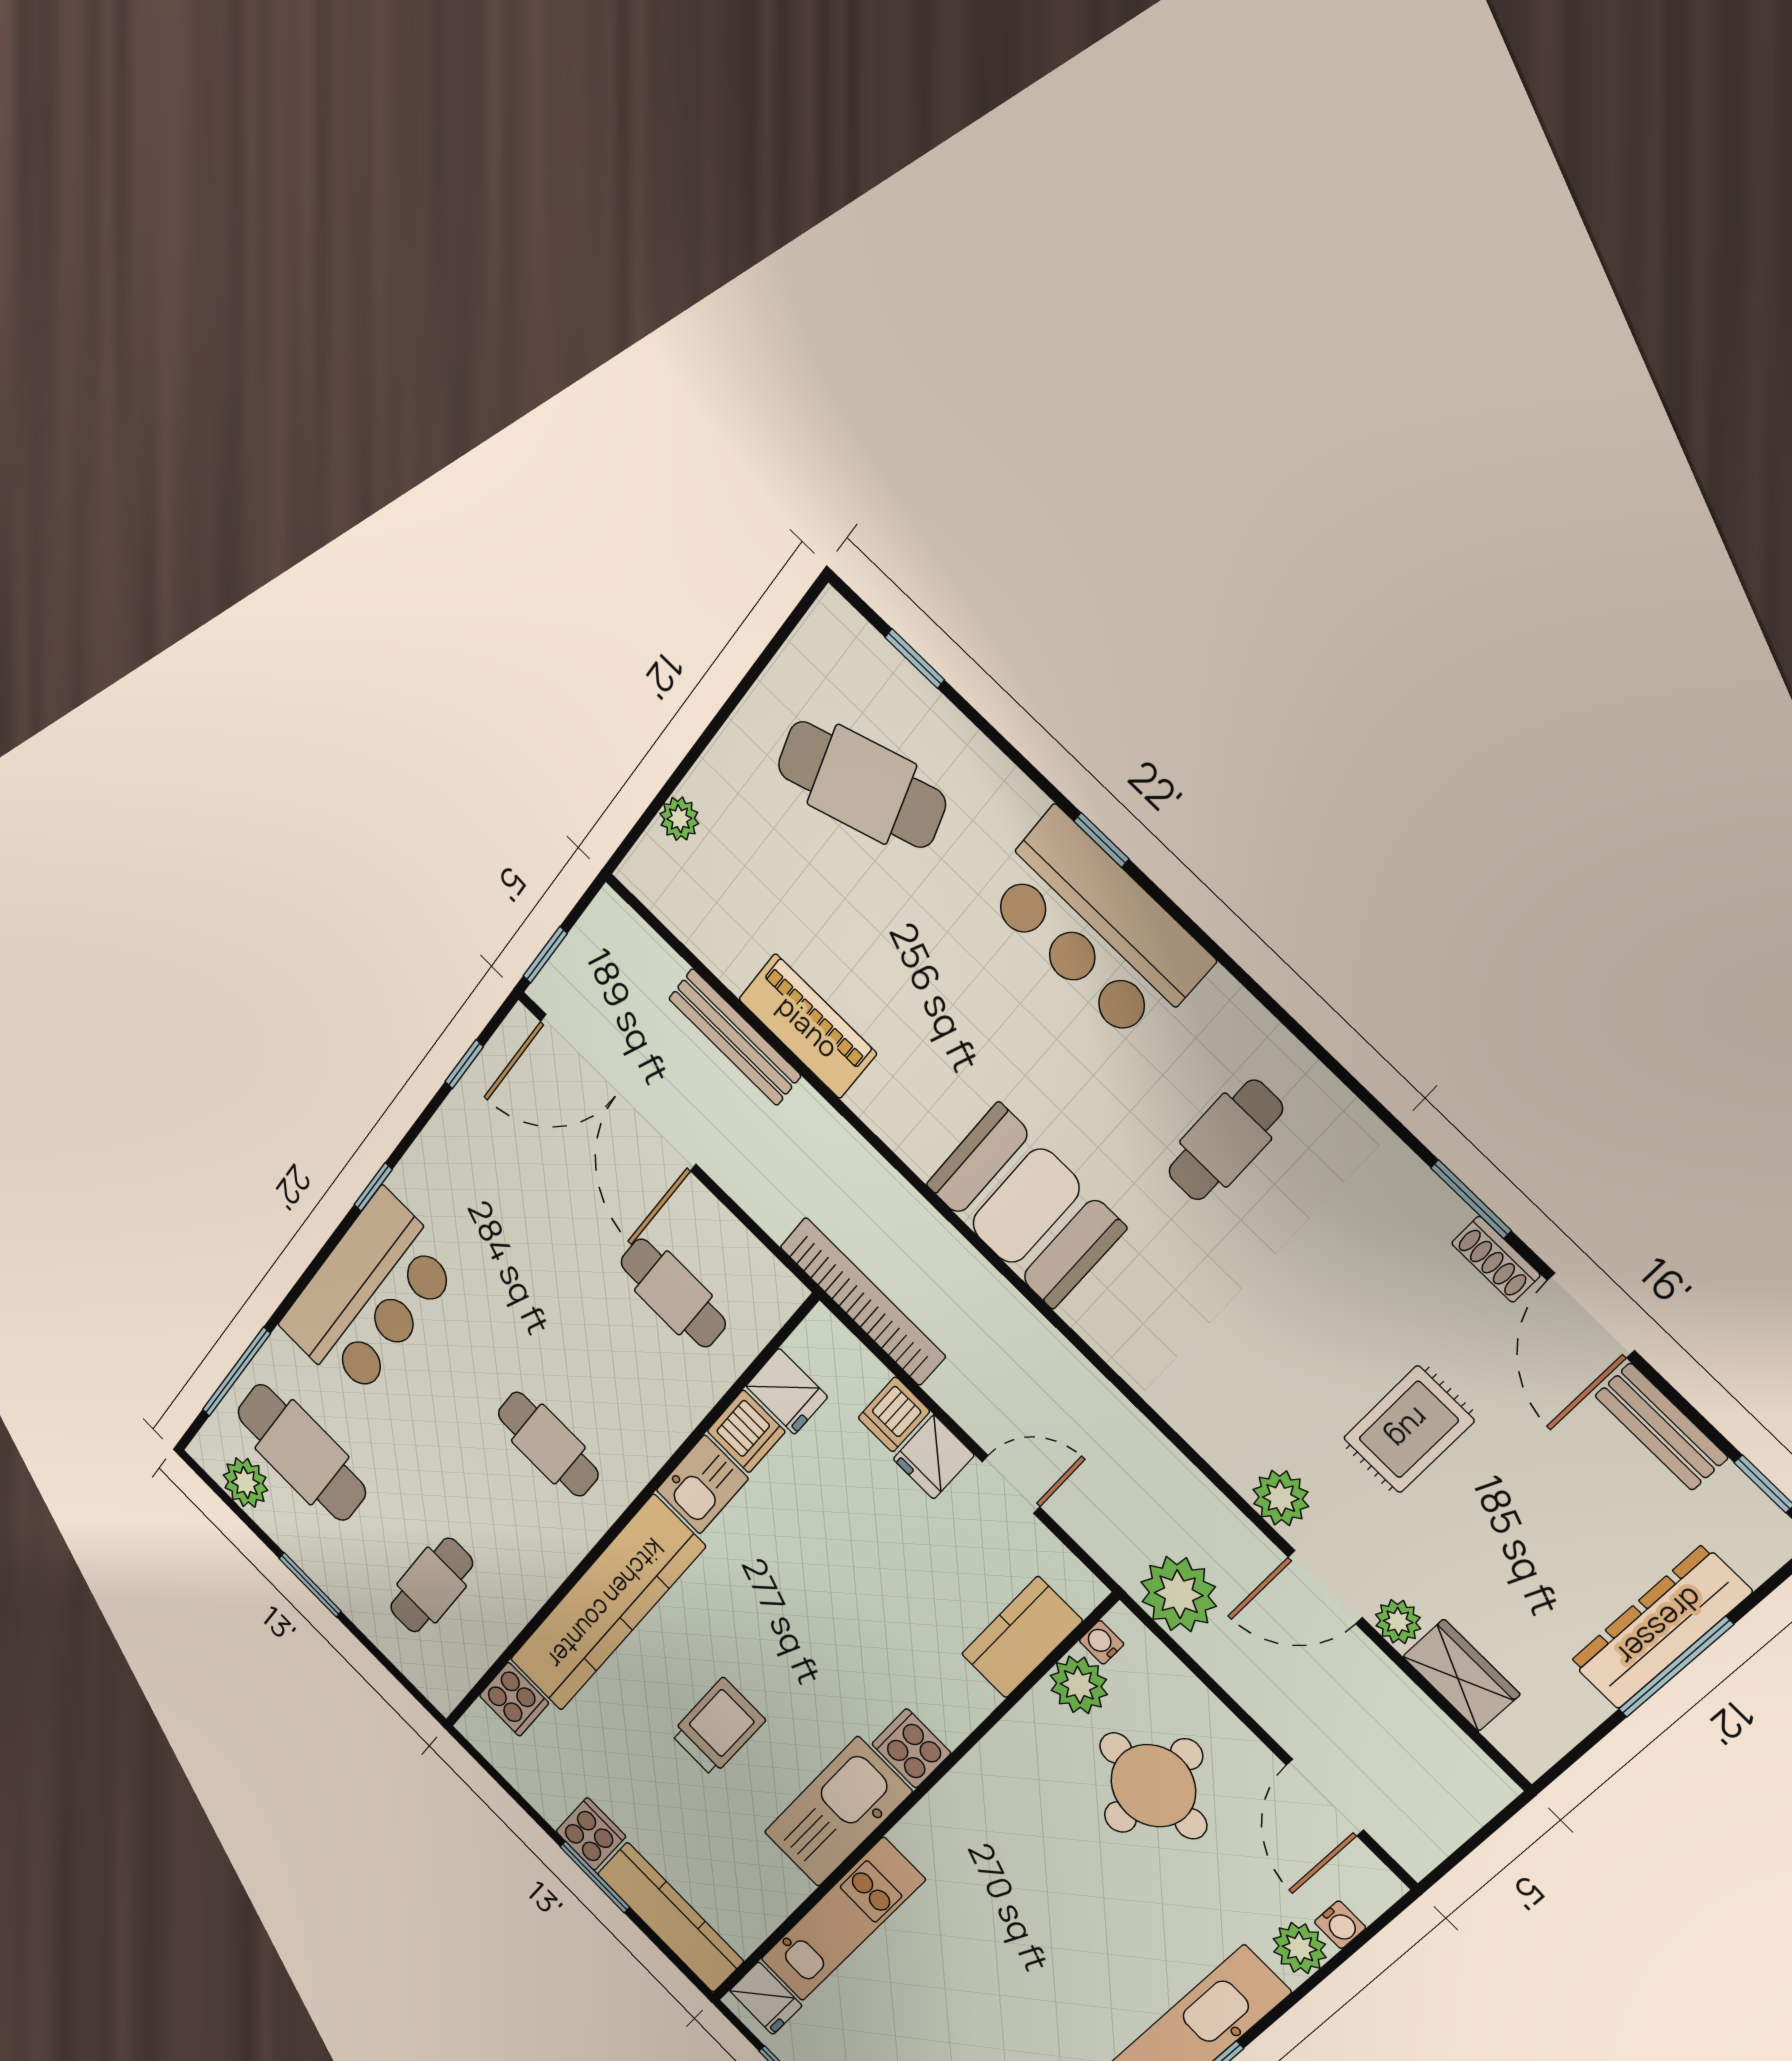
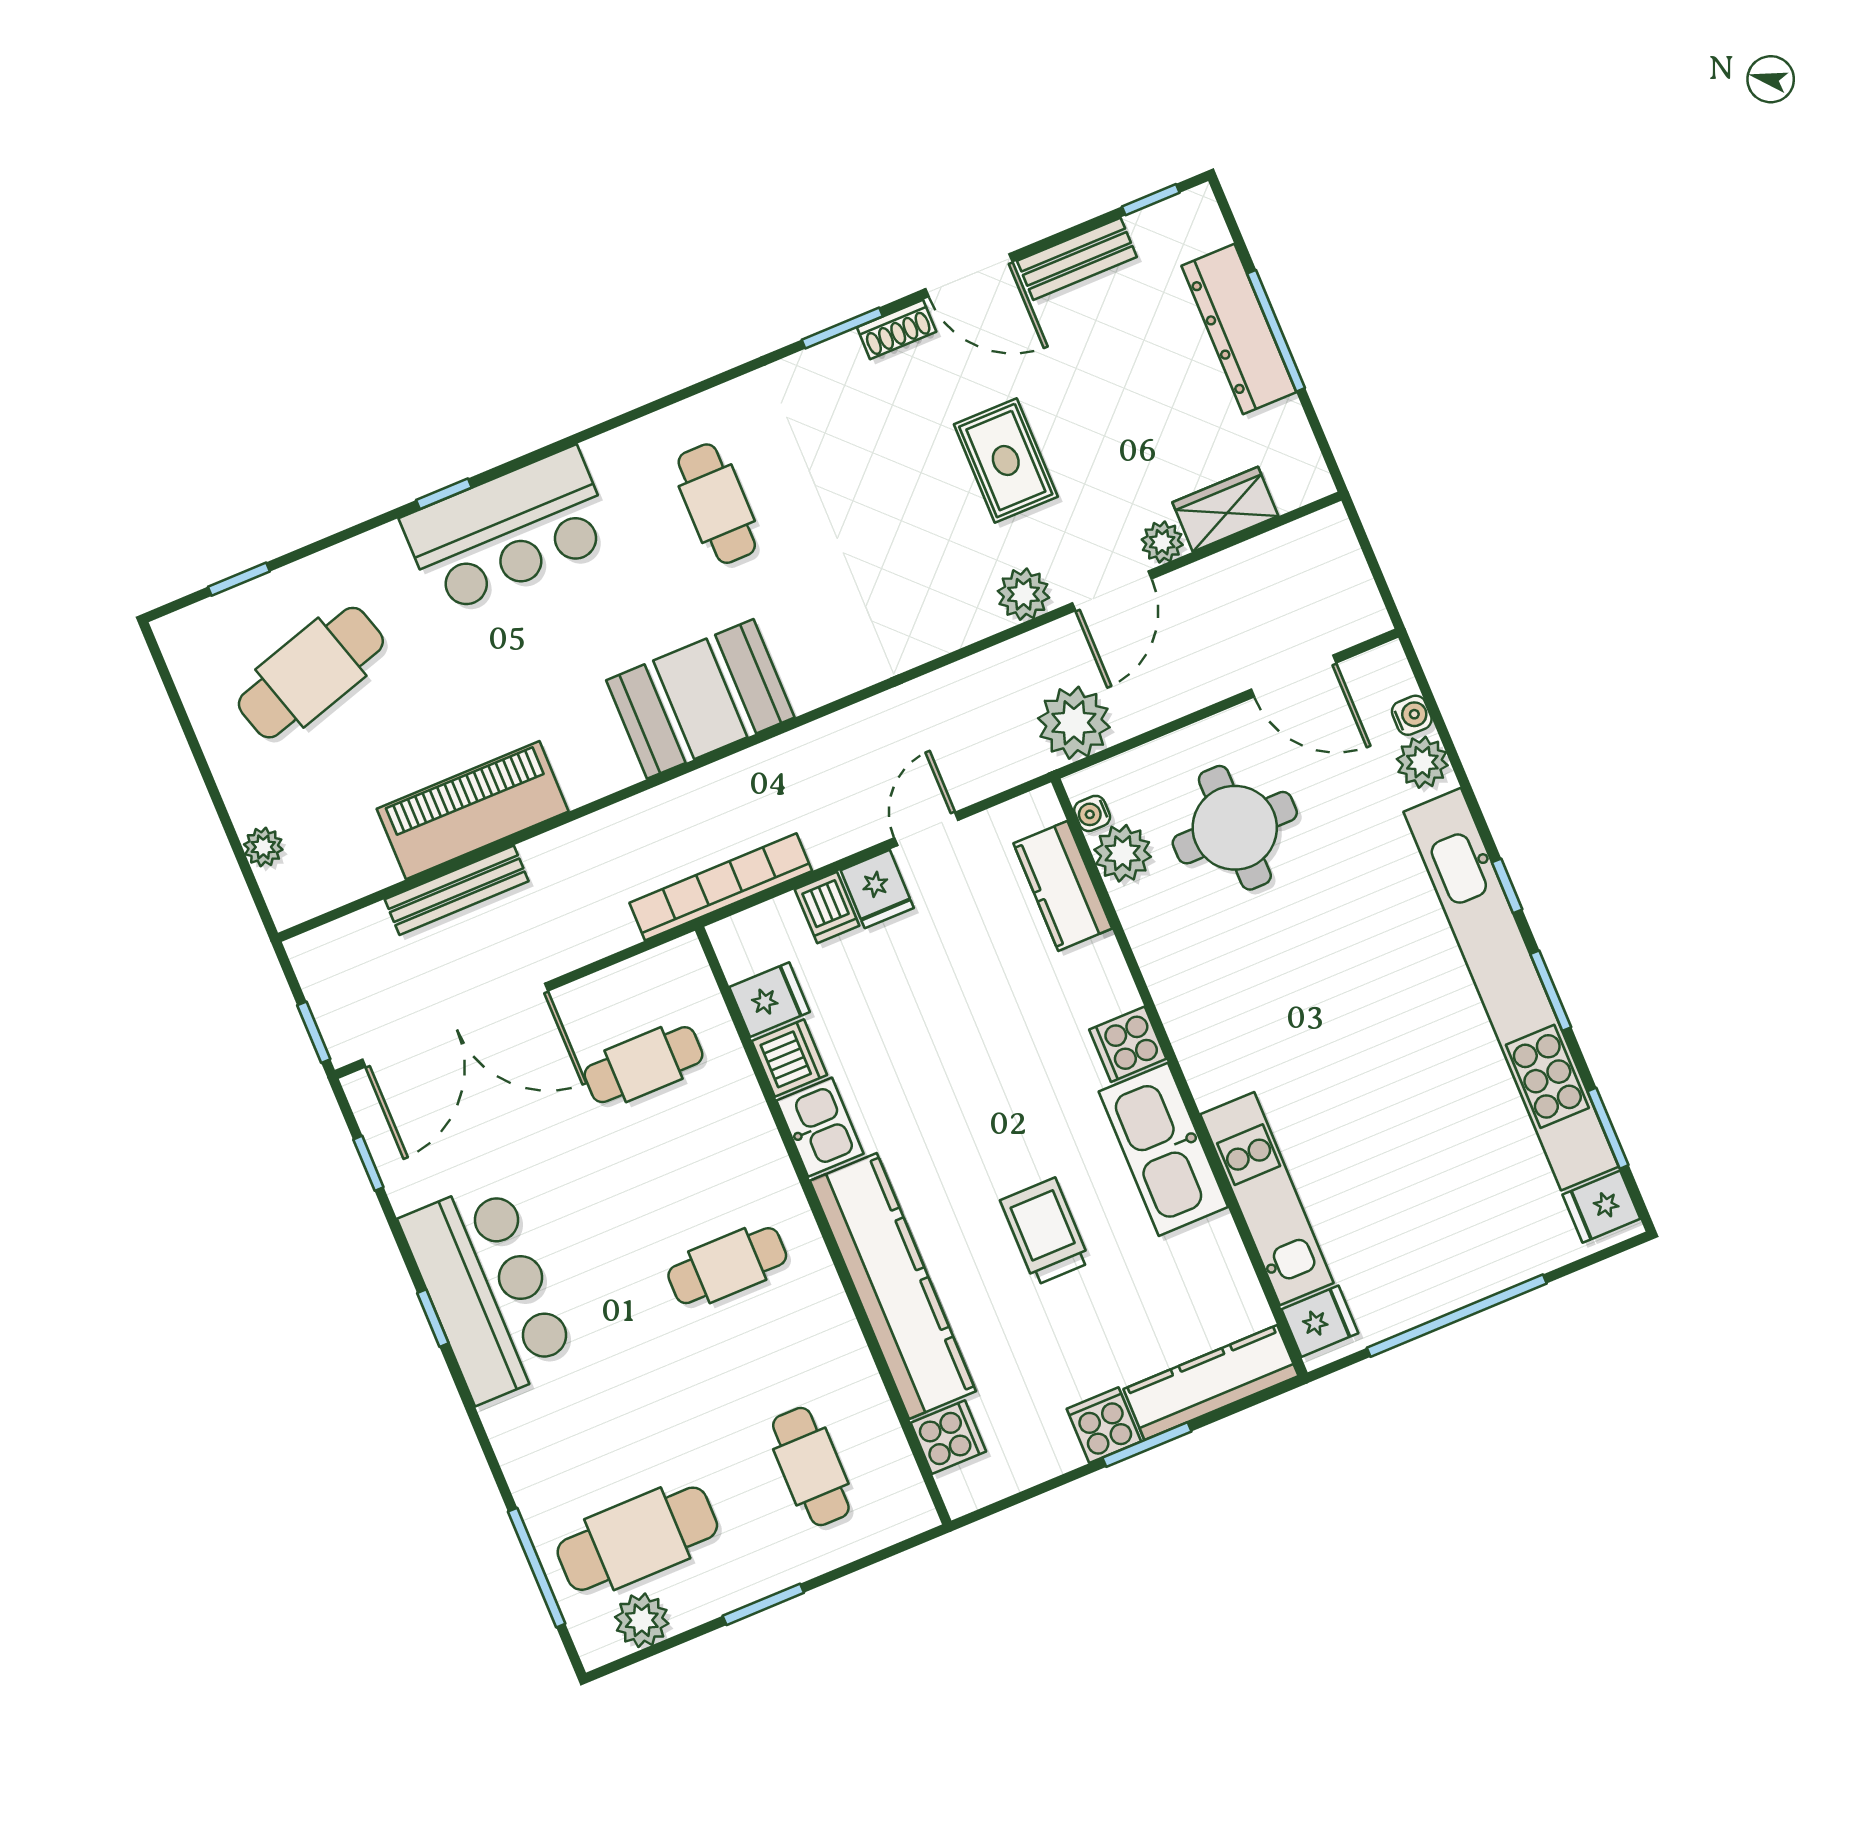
piano: (808, 1026) -> (473, 810), width x1.37, depth x1.33
bar counter: (369, 1295) -> (488, 1291), moved

